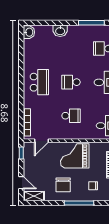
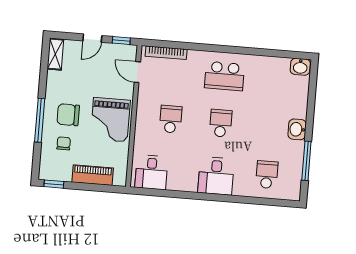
washbasin: (60, 31) -> (297, 129), moved
school desk: (71, 116) -> (171, 119), turned 180
grand piano: (75, 156) -> (110, 120), turned 180
door: (21, 183) -> (92, 38), moved
chair: (63, 185) -> (68, 115), moved

